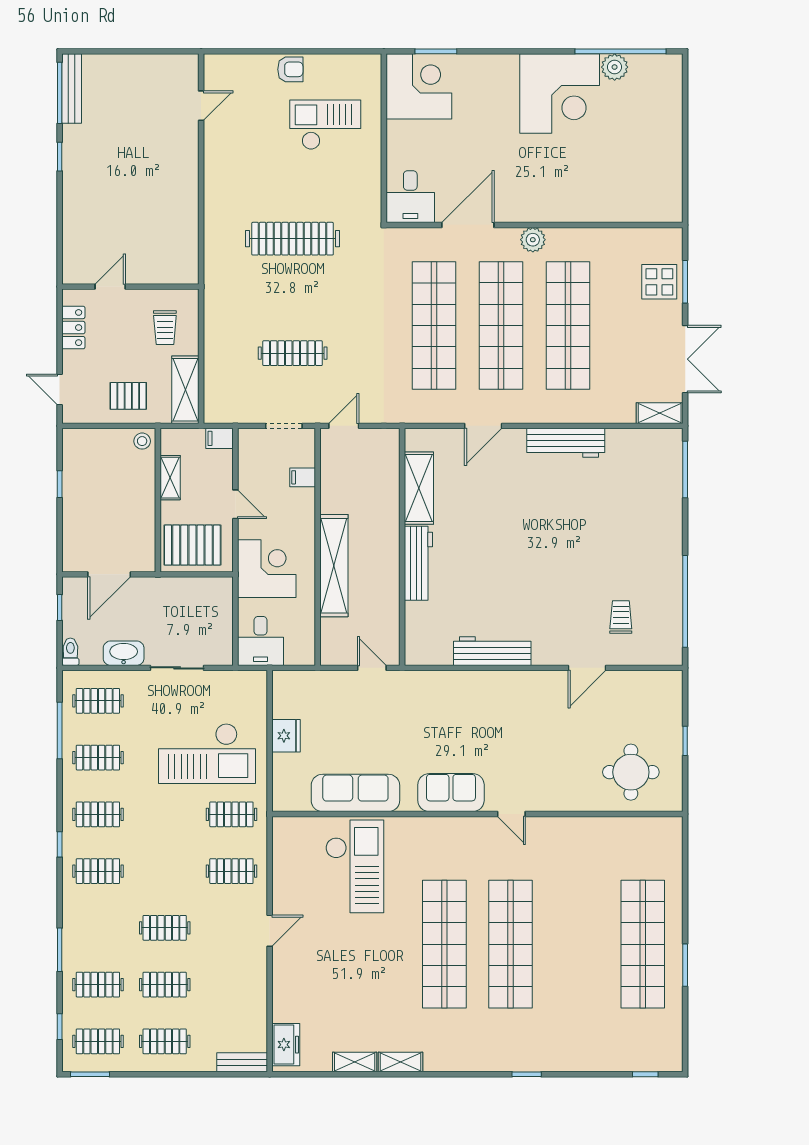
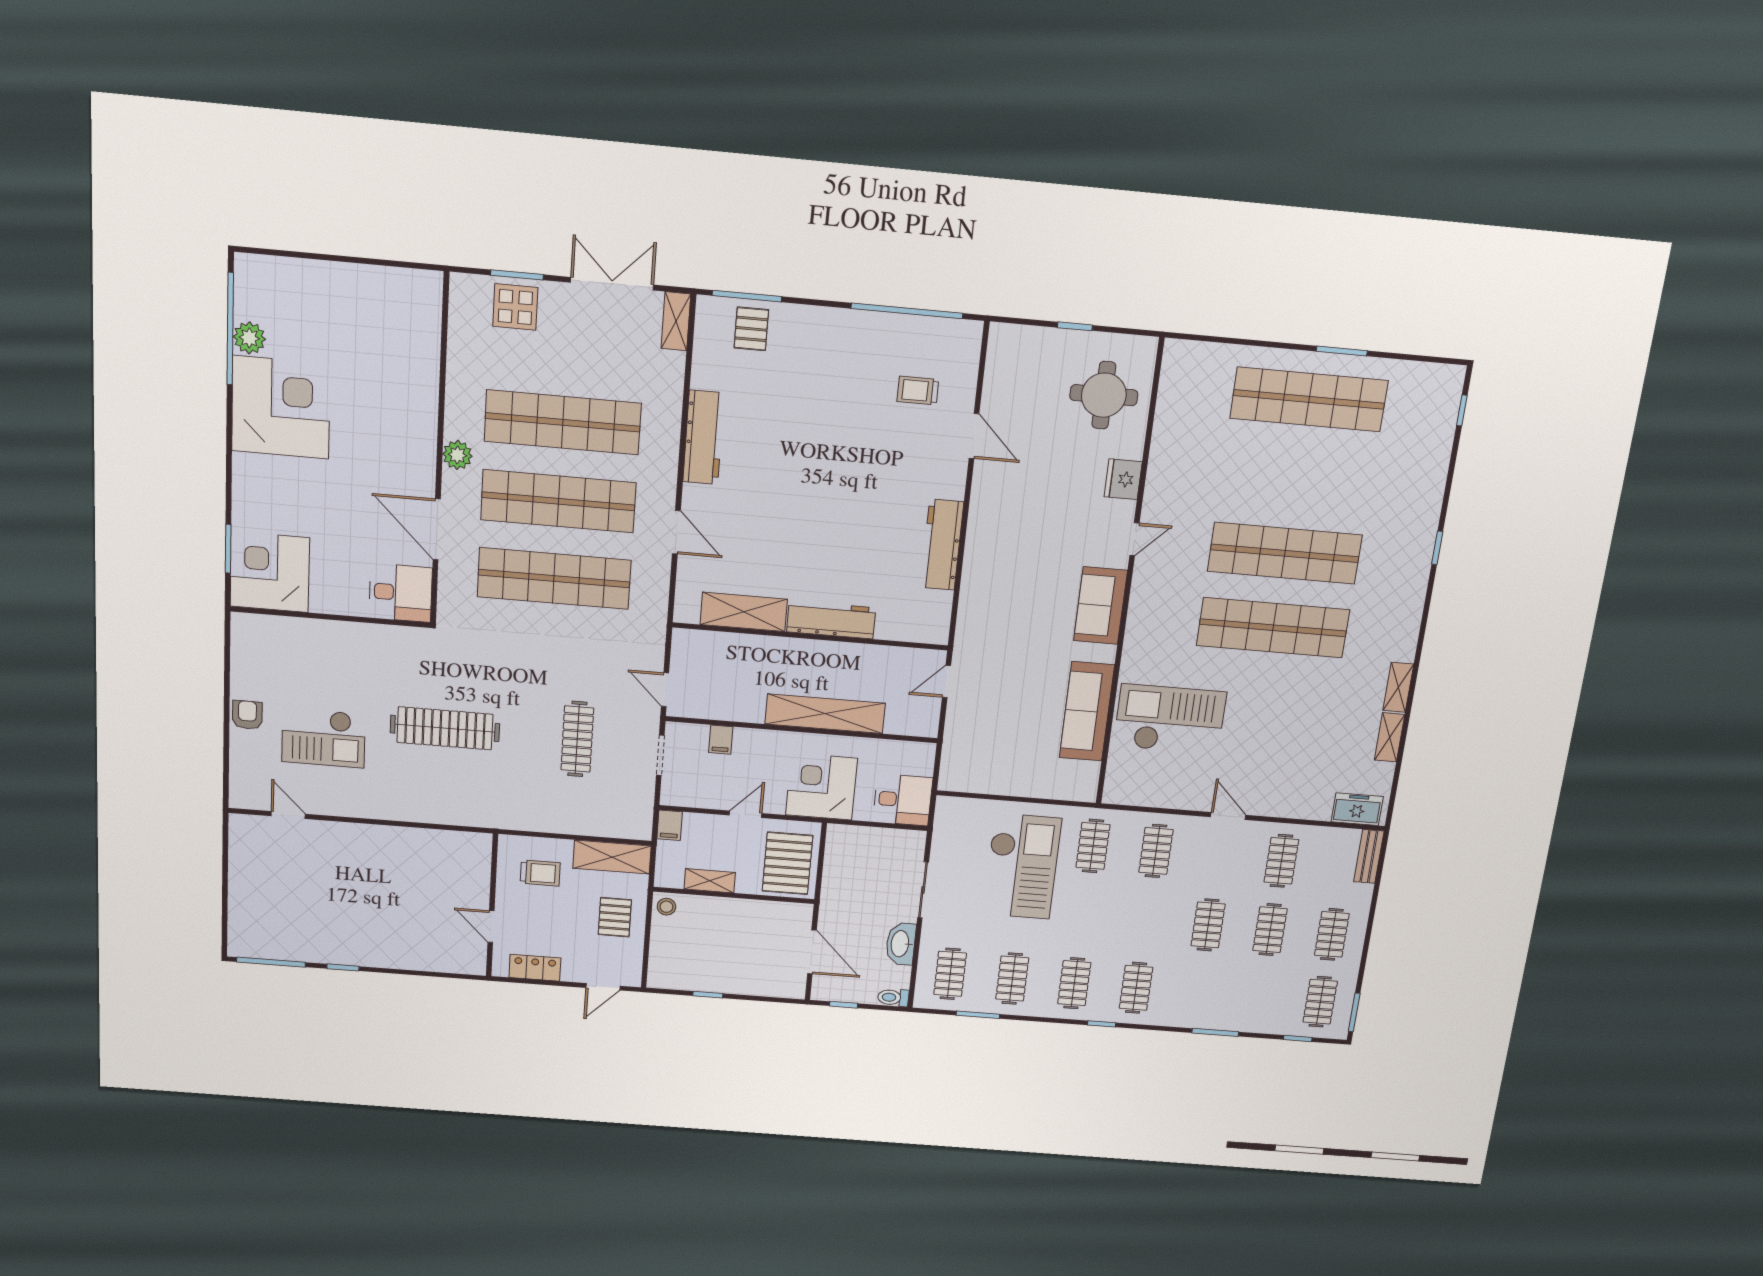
bench: (72, 89) -> (266, 949), removed
checkout: (325, 125) -> (323, 738), moved, turned -90
clothes rail: (293, 239) -> (445, 728), turned 90
pallet: (659, 475) -> (751, 329), added
window: (60, 730) -> (978, 1015), width x0.69
fridge: (286, 736) -> (1123, 479), moved, turned -90
clothes rail: (98, 985) -> (1281, 861), moved

